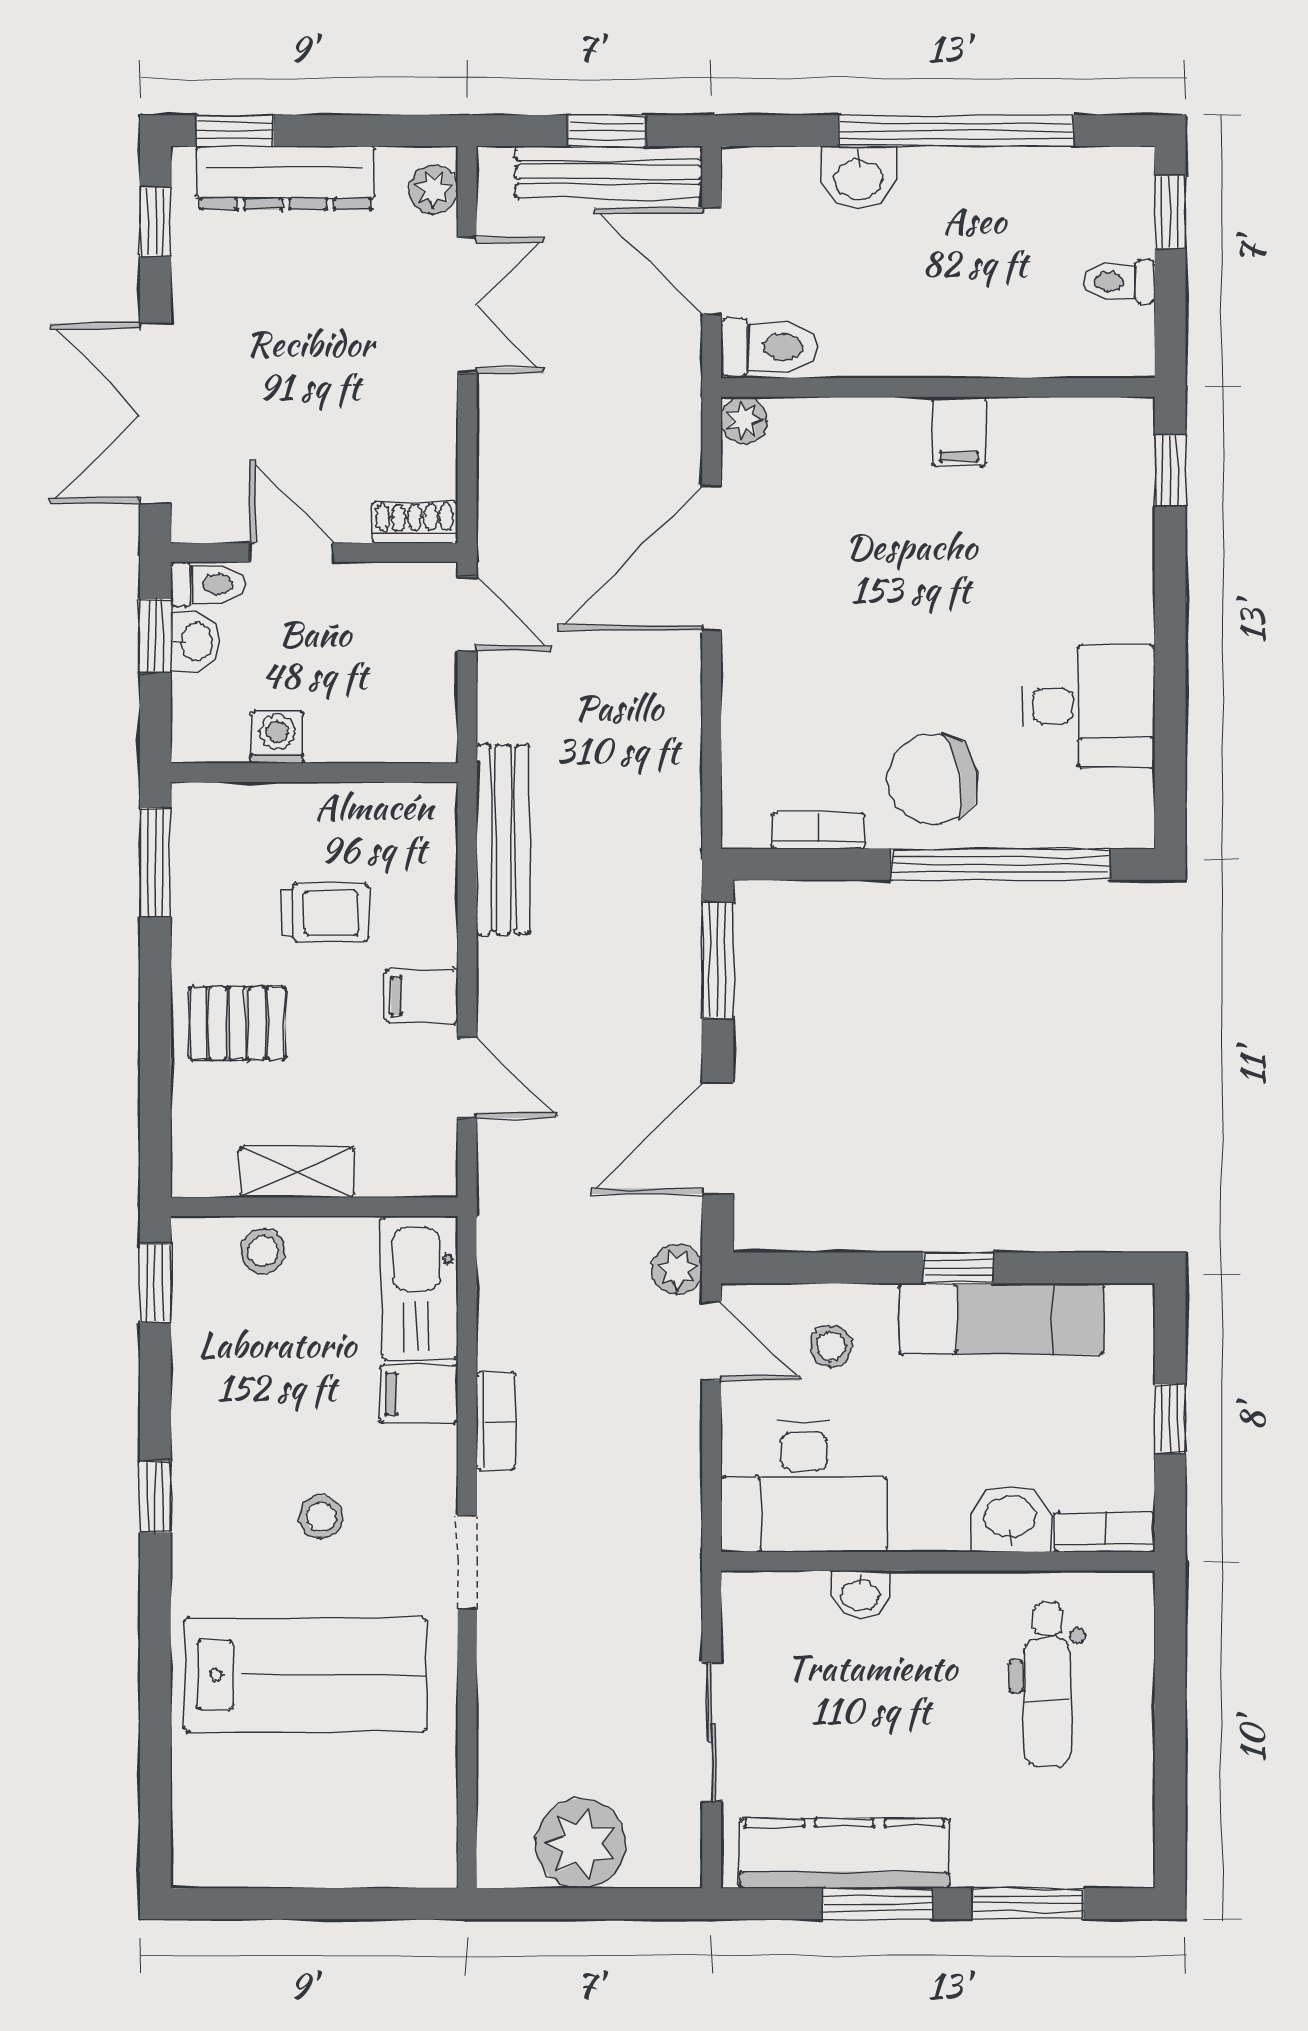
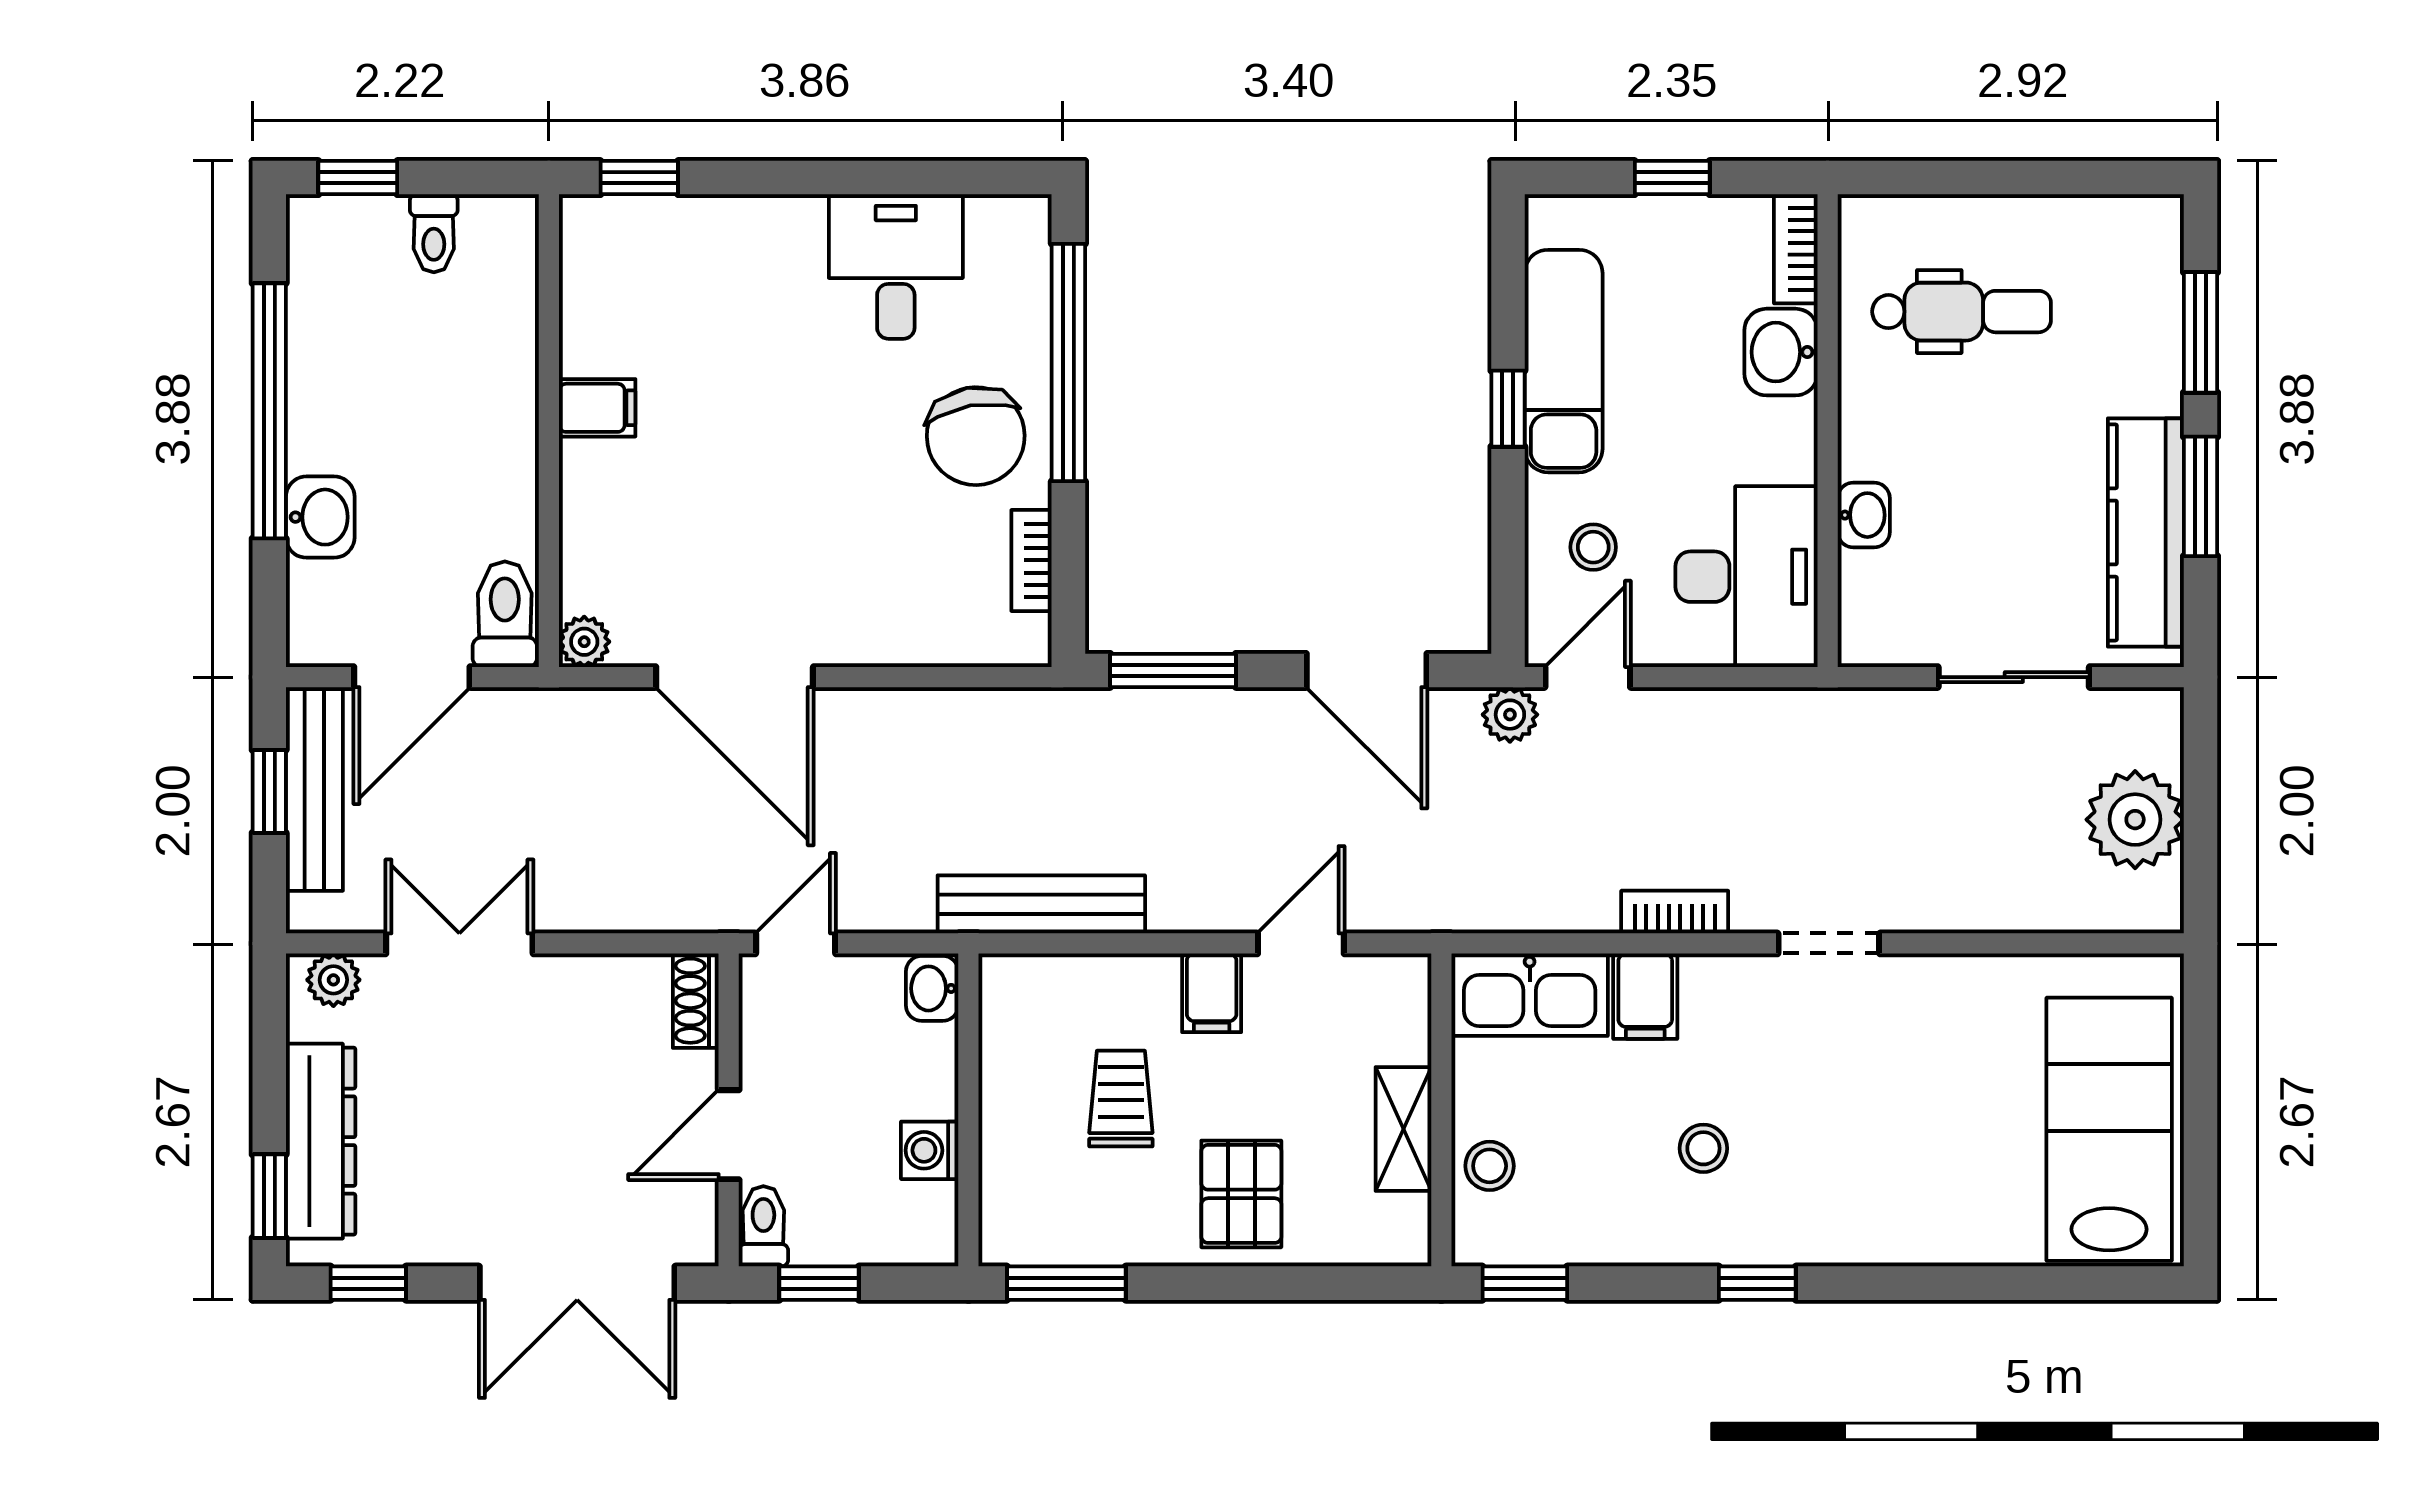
washbasin: (195, 642) -> (932, 988), moved, turned -90
stool: (321, 1517) -> (1703, 1148), moved
lab bench: (305, 1675) -> (2109, 1129), moved

